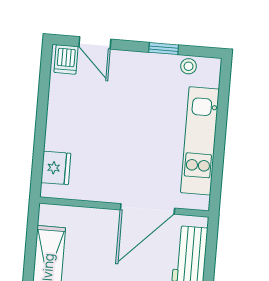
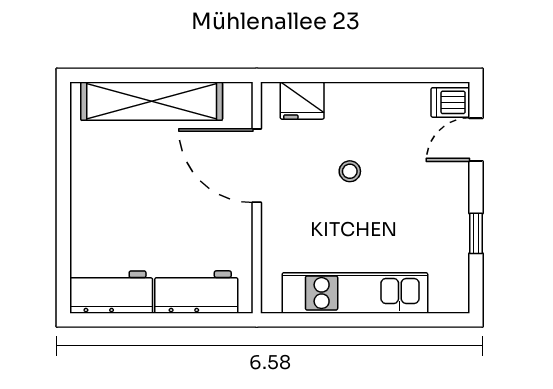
stool: (189, 66) -> (350, 171), moved
door: (147, 209) -> (257, 166), moved

